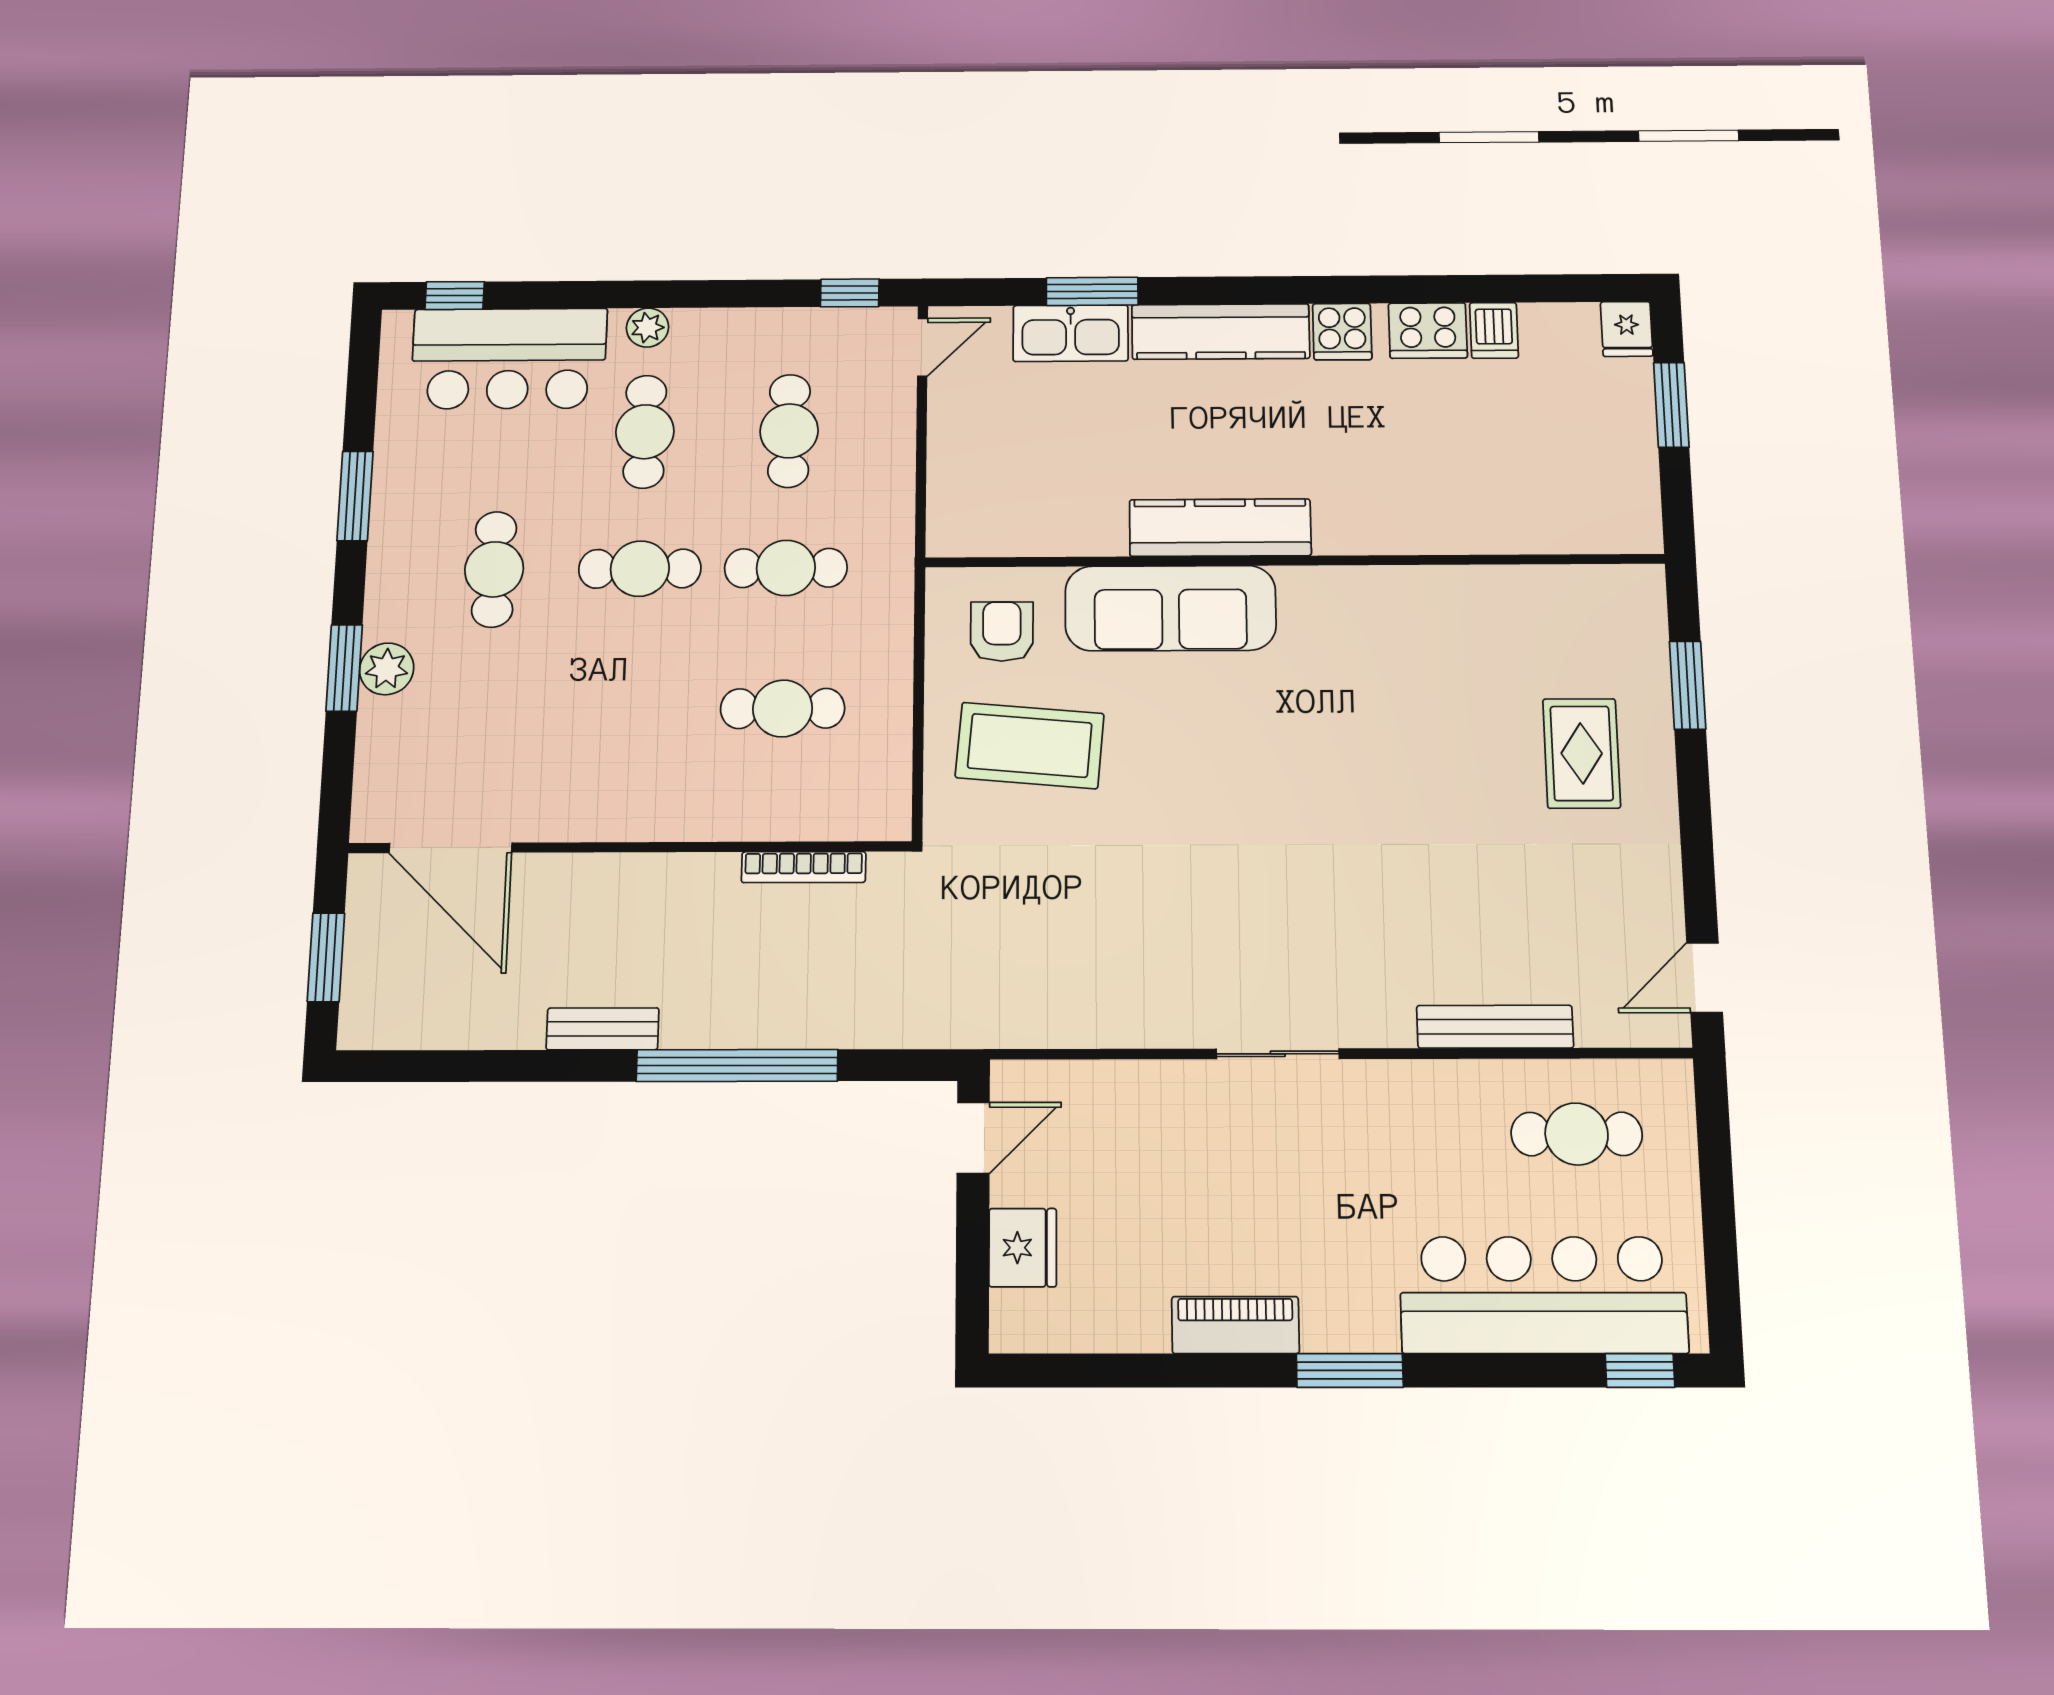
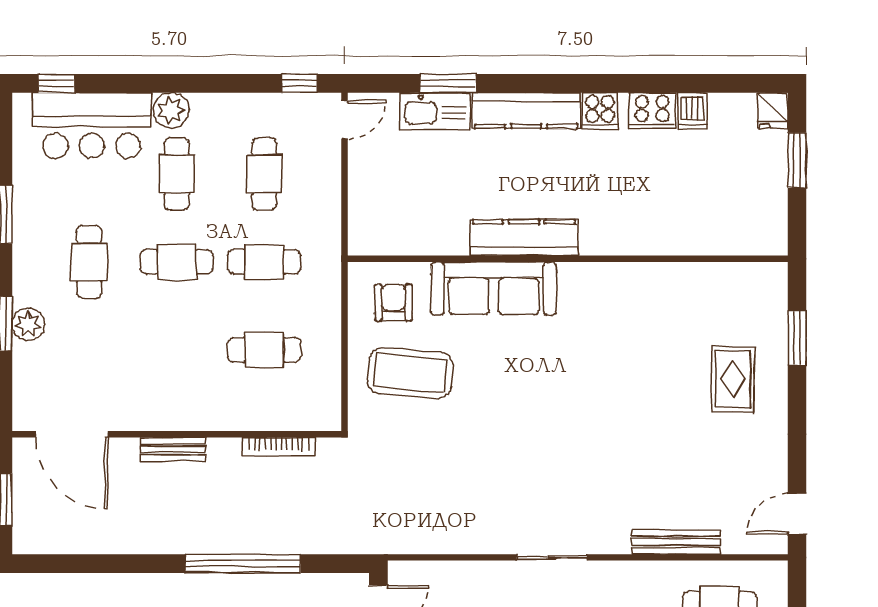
plant: (648, 328) -> (171, 110), width x1.38, depth x1.38
bench: (603, 1029) -> (173, 450), moved

